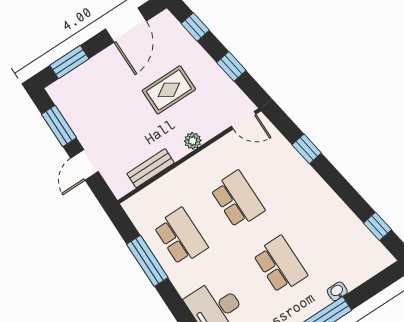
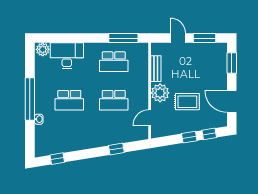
window: (231, 66) -> (189, 137), moved
rug: (169, 90) -> (187, 102), turned 90
door: (244, 120) -> (150, 118), moved
plant: (193, 141) -> (160, 93), width x1.87, depth x1.87
window: (147, 261) -> (123, 38), moved

